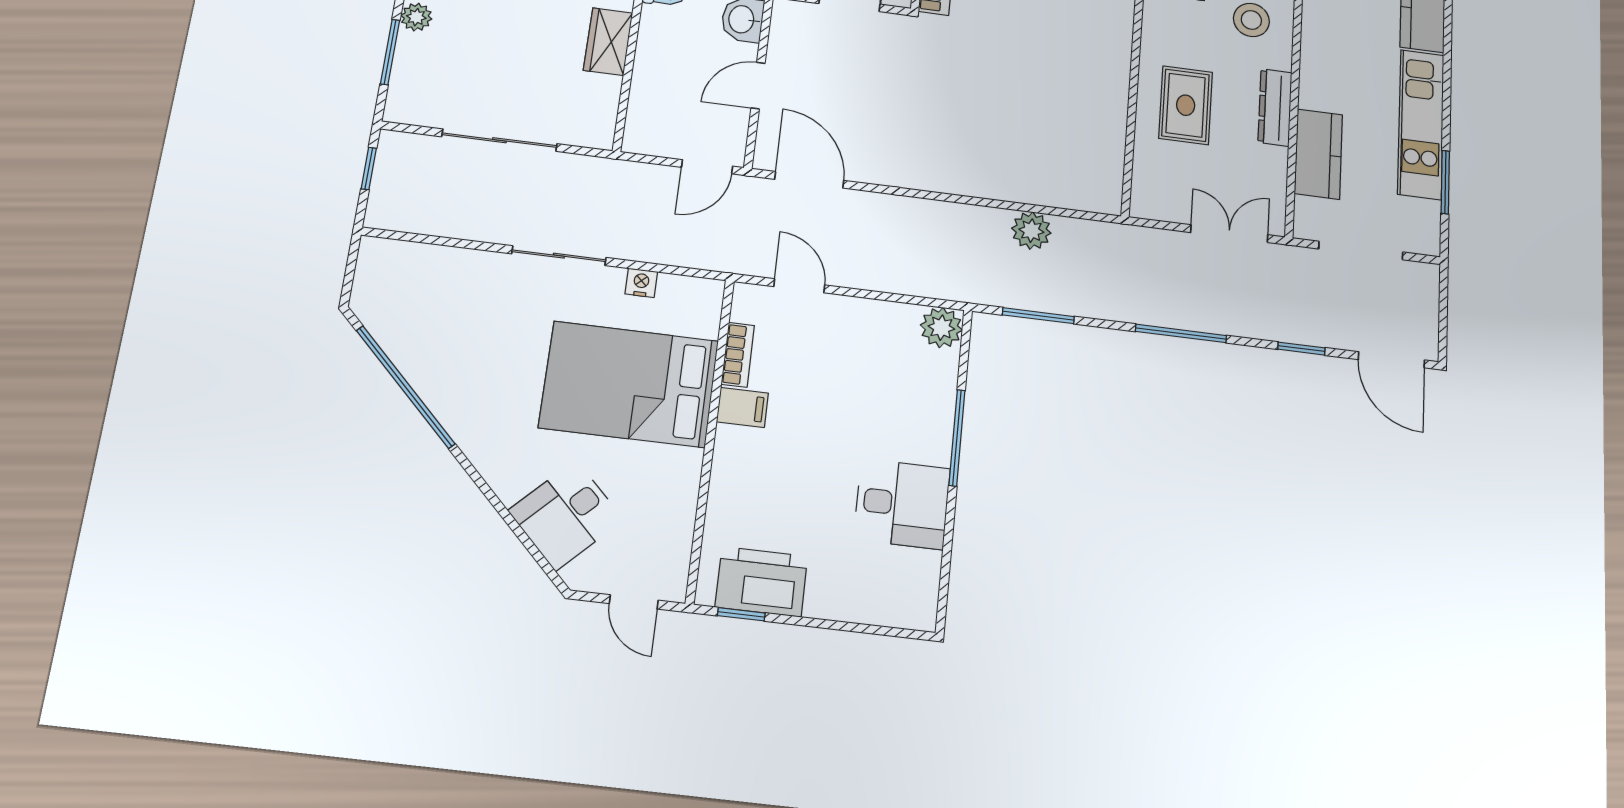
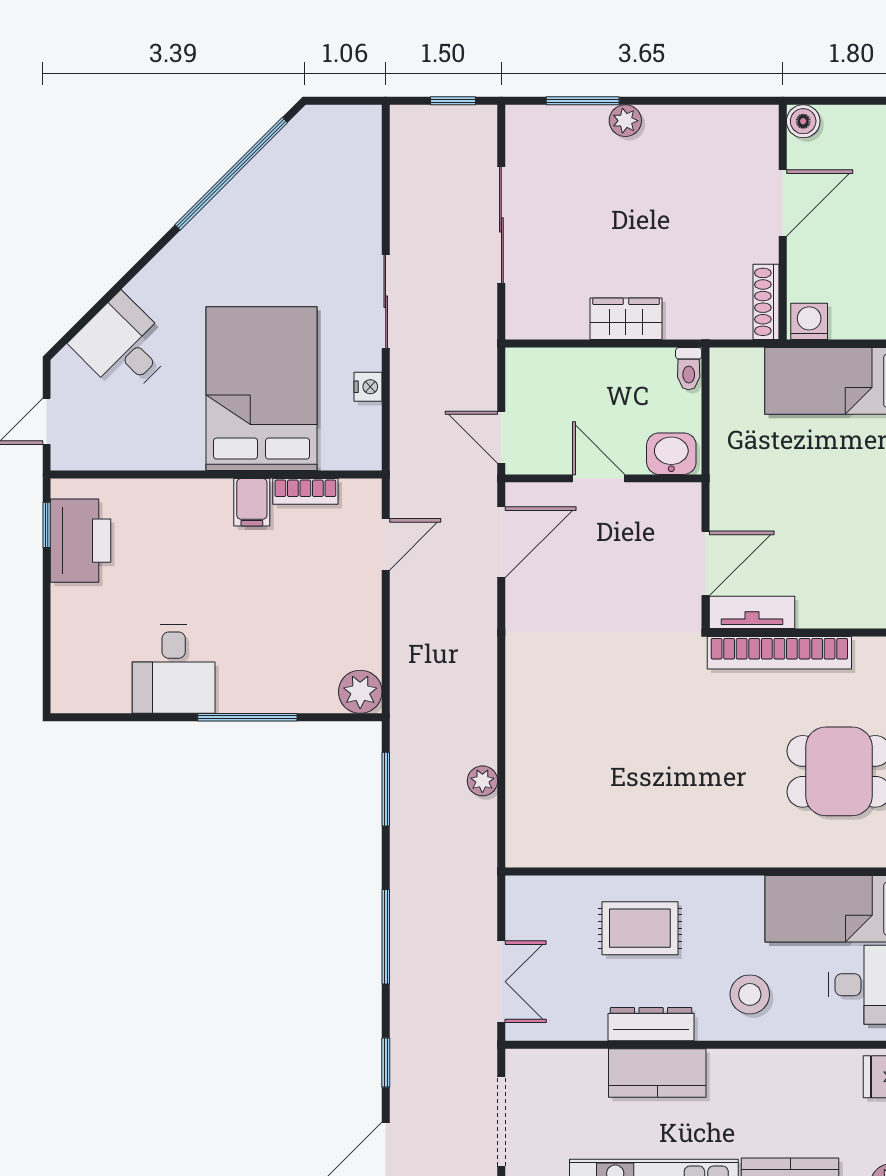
kitchen counter: (1318, 154) -> (657, 1073), moved
plant: (1031, 231) -> (482, 781), width x0.73, depth x0.73

